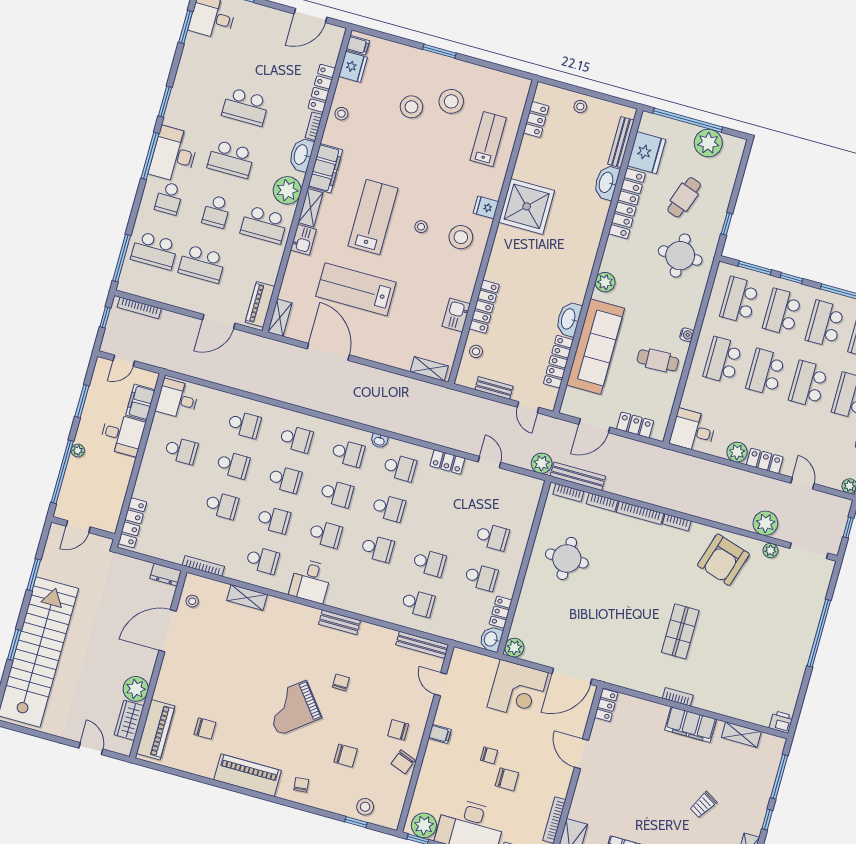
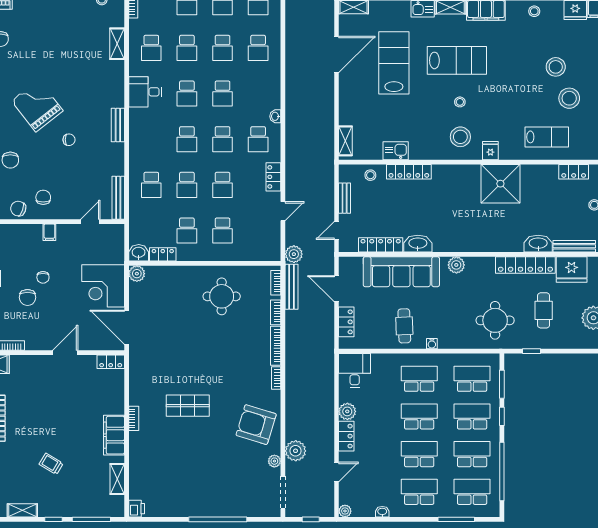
cafe table: (684, 197) -> (544, 310), turned 71
school desk: (348, 453) -> (223, 185), moved

